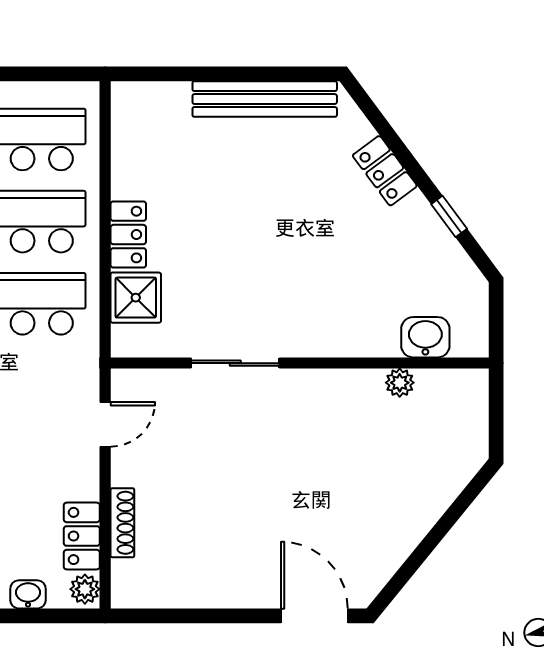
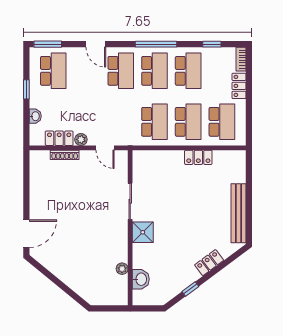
locker: (128, 235) -> (198, 157), moved
shower: (136, 298) -> (143, 232), moved
plant: (85, 589) -> (81, 139), moved

